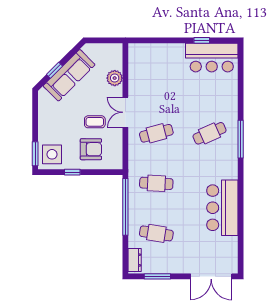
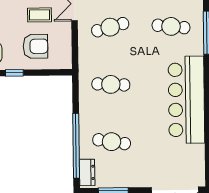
cafe table: (210, 133) -> (171, 26), turned 30
window: (125, 207) -> (76, 146), moved
bar counter: (222, 208) -> (186, 100), width x1.36

